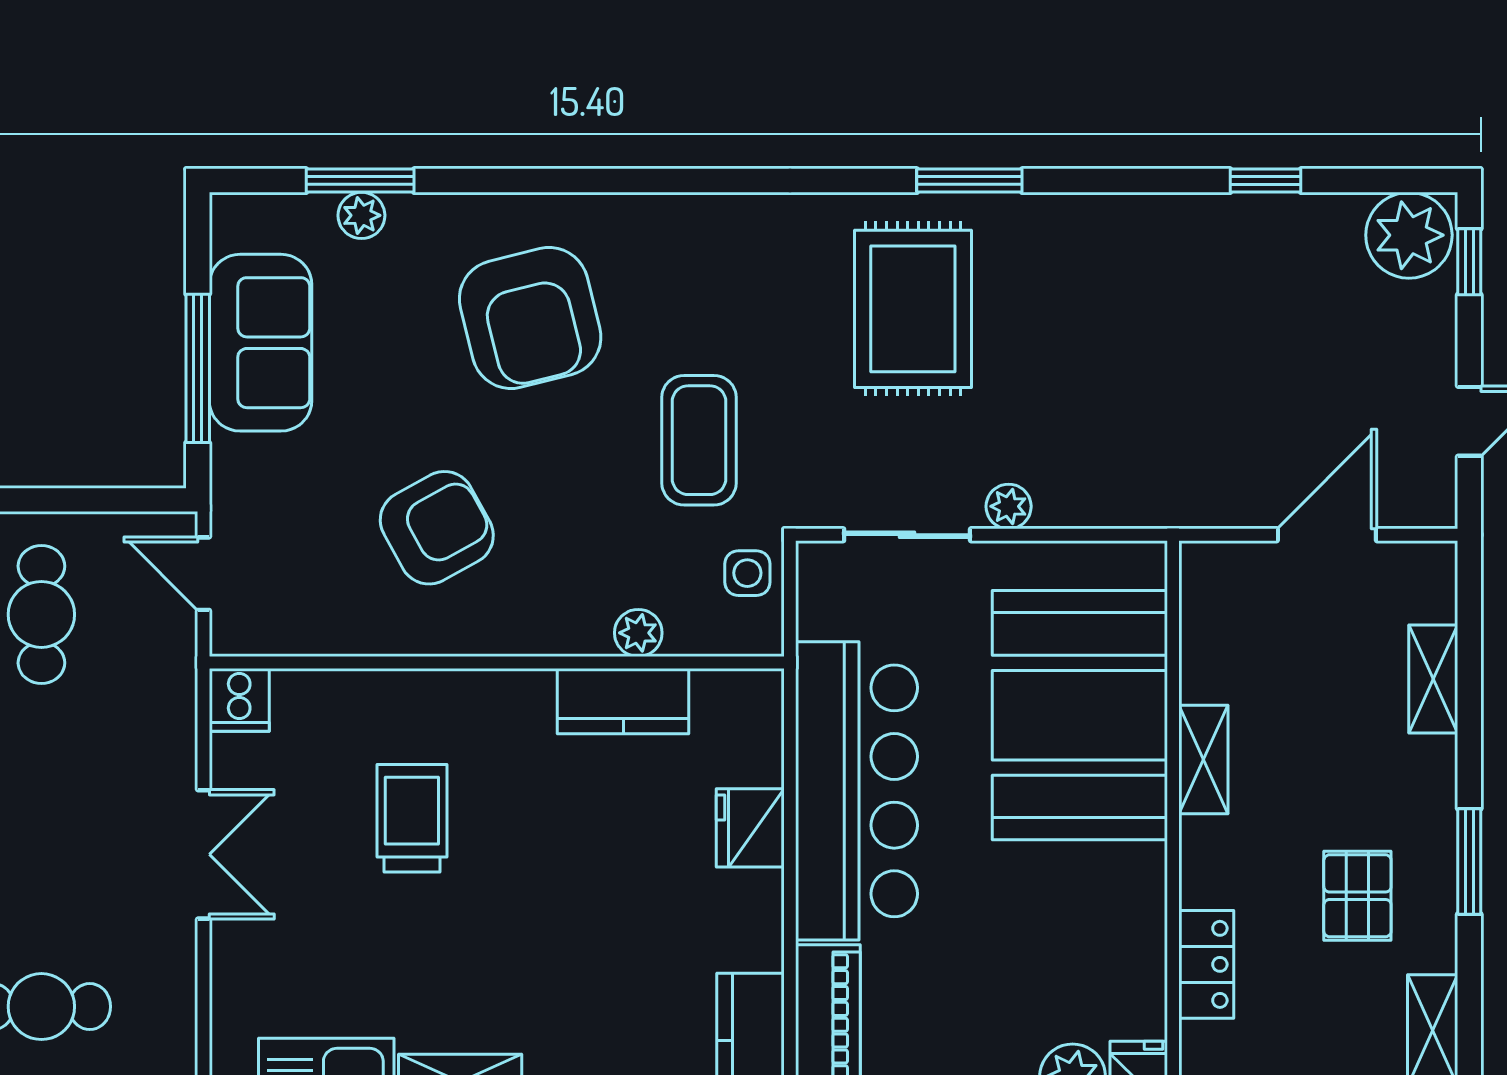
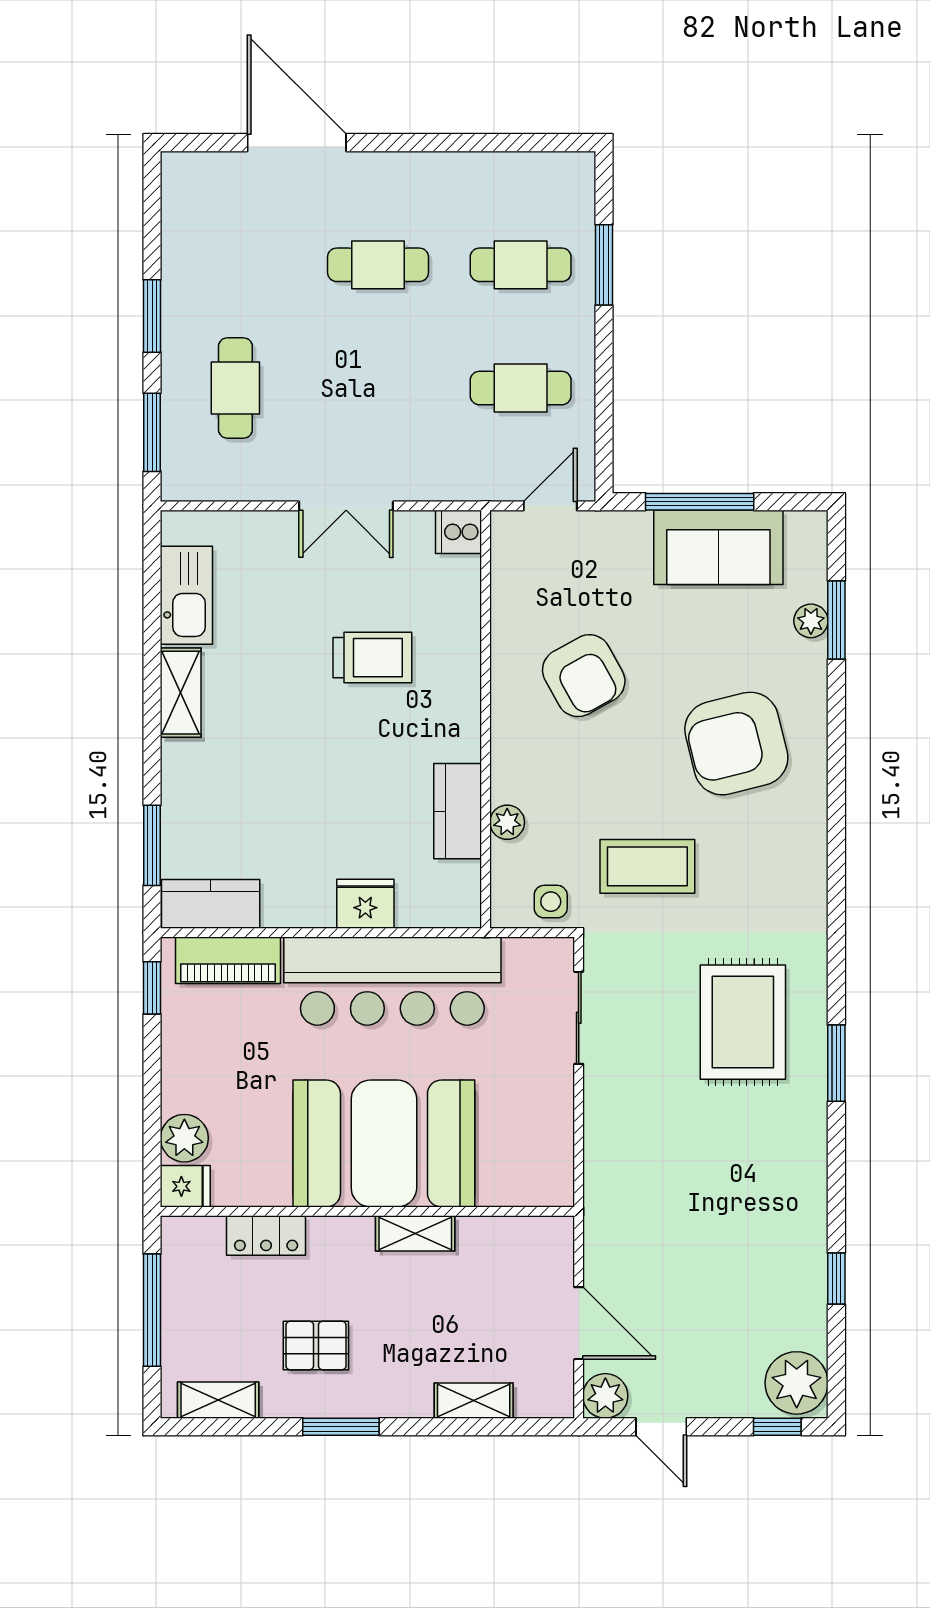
rug: (913, 309) -> (743, 1022), turned 90
plant: (1009, 506) -> (605, 1396), moved, width x1.38, depth x1.38
booth: (1080, 715) -> (384, 1143), moved

